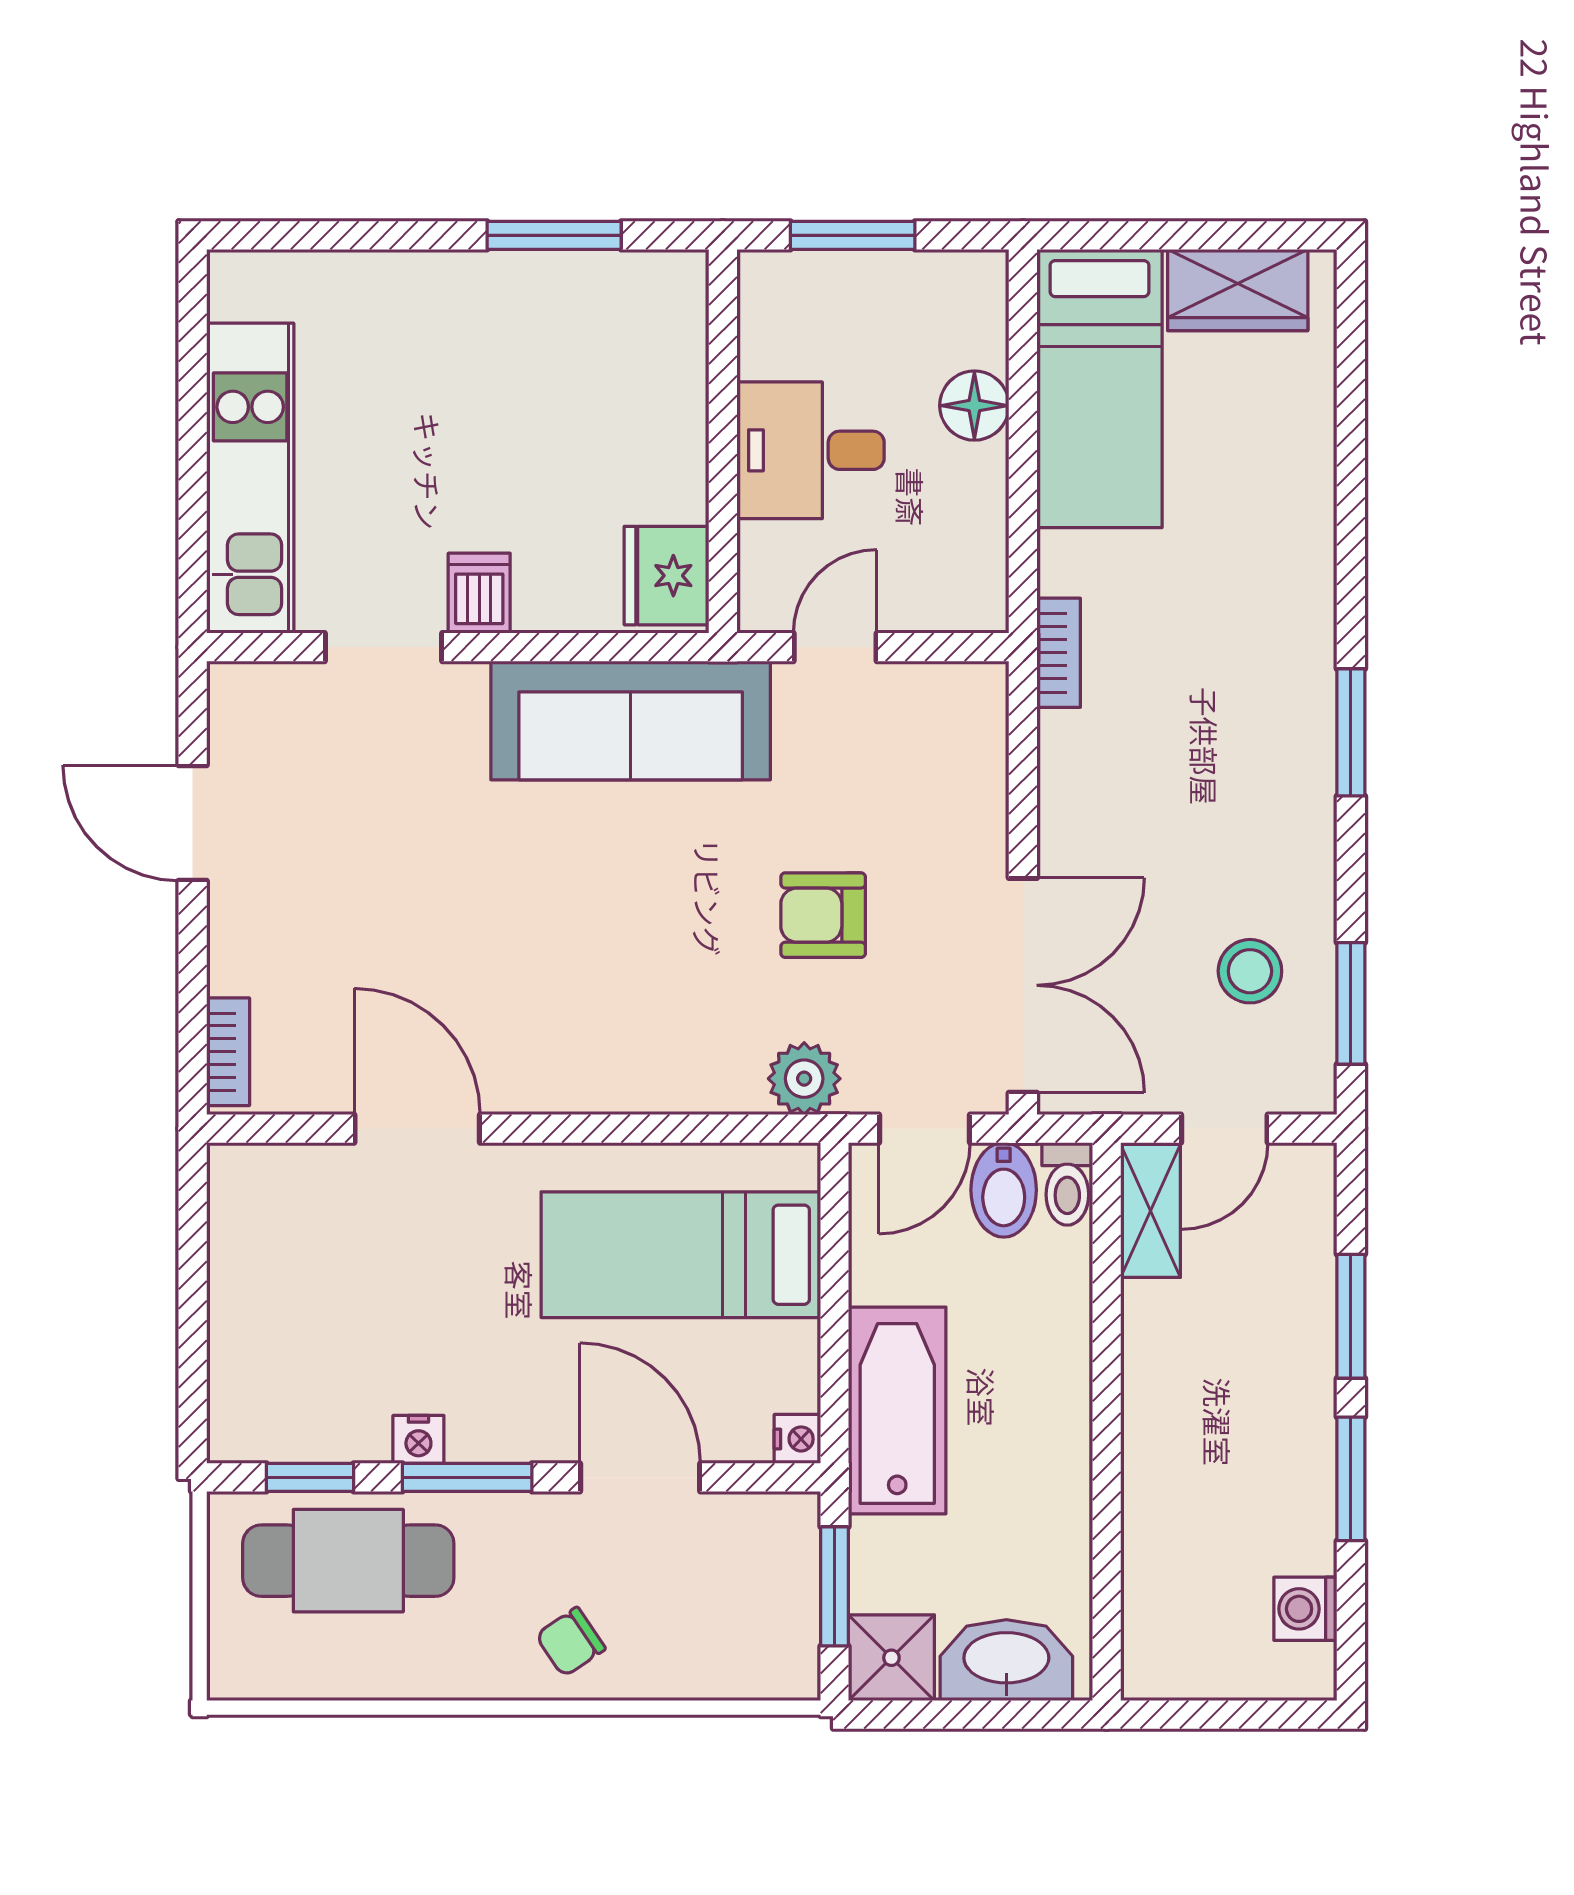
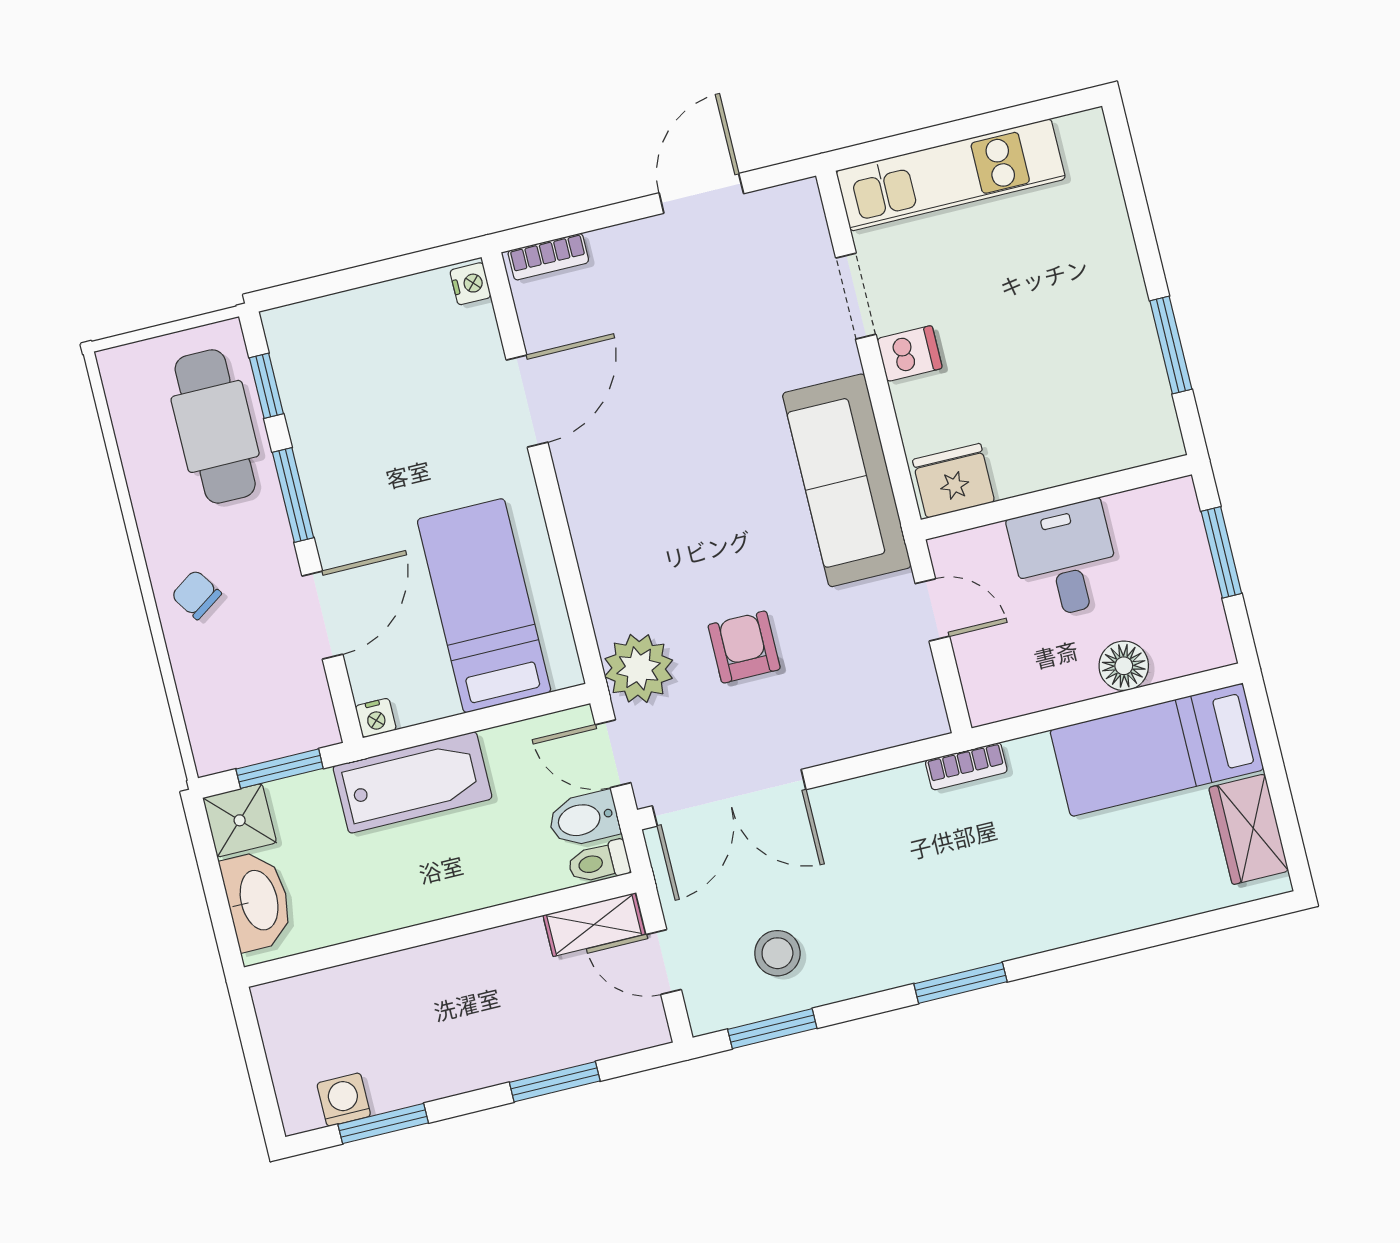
plant: (804, 1079) -> (639, 668), width x1.36, depth x1.36
nightstand: (418, 1439) -> (470, 284), moved, turned 180
window: (1351, 1479) -> (383, 1124), moved

